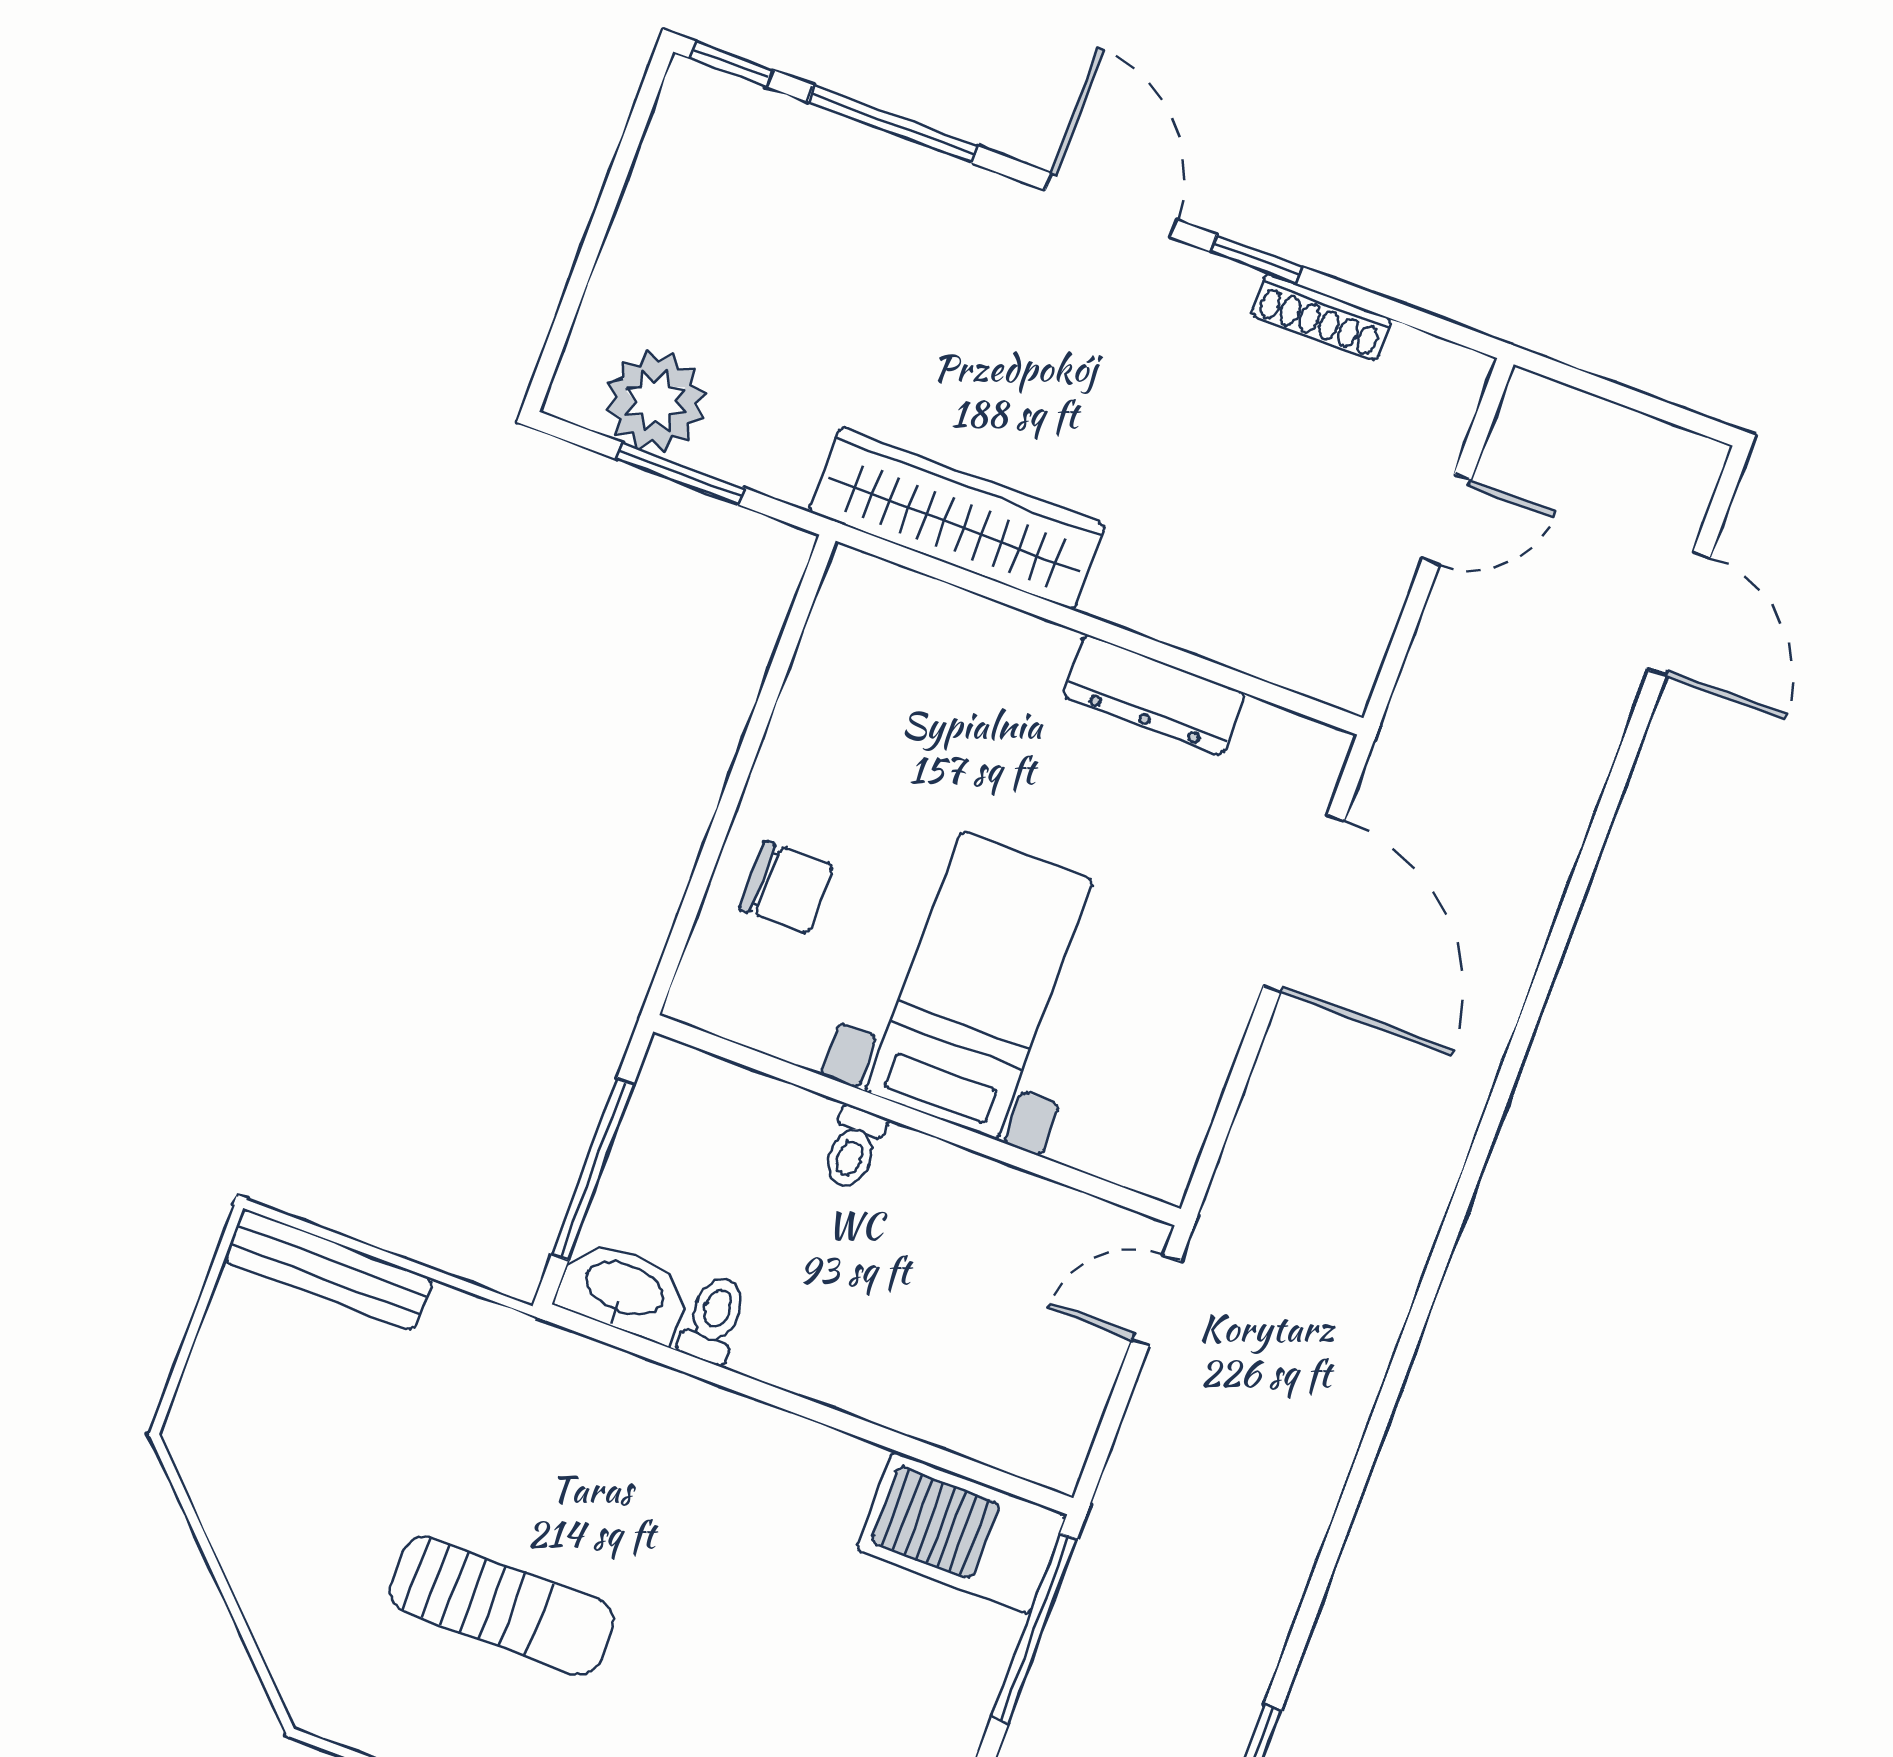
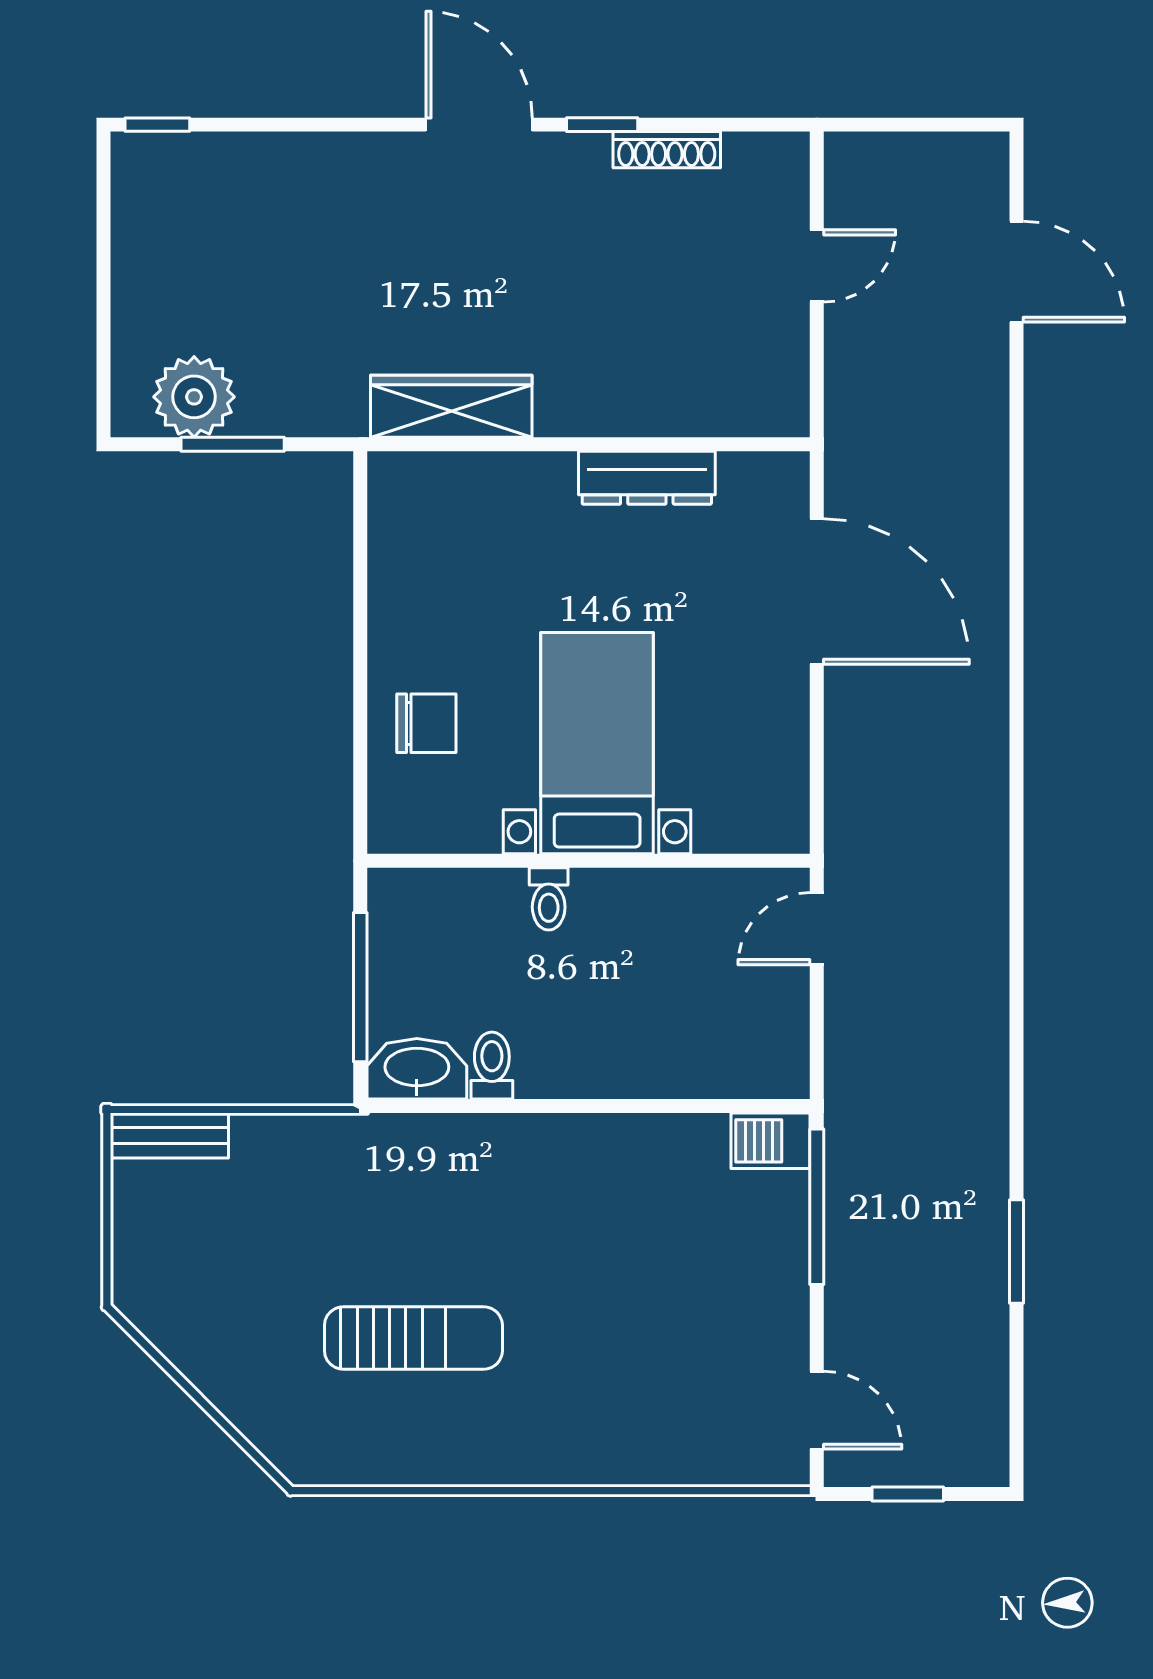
window: (893, 124) -> (294, 125), removed
wardrobe: (957, 518) -> (451, 406), width x0.71, depth x0.85
bench: (328, 1270) -> (169, 1135), width x0.73
barbecue: (961, 1532) -> (771, 1141), width x0.53, depth x0.65

